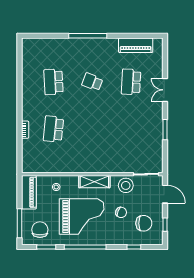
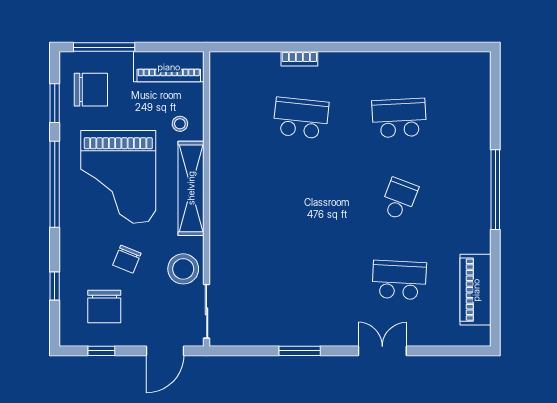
shelving: (94, 182) -> (191, 188), width x1.47

